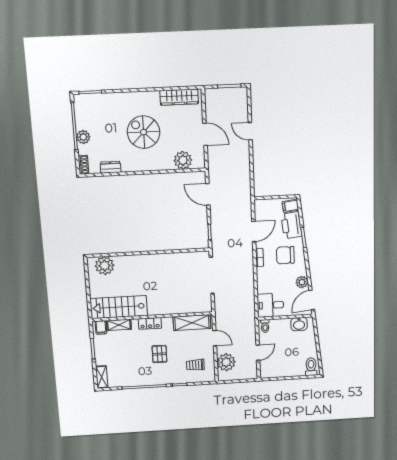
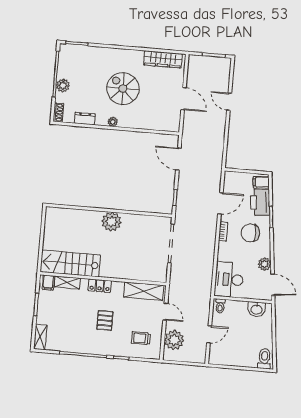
plant: (183, 160) -> (113, 122), moved, width x0.53, depth x0.53
plant: (105, 266) -> (111, 222), moved
door: (312, 300) -> (273, 285), swing flipped
desk: (270, 305) -> (229, 279), width x1.37

